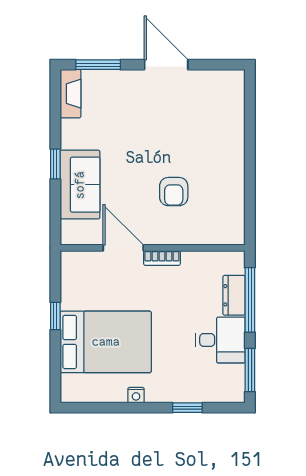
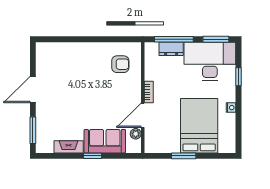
fireplace: (70, 94) -> (69, 147), moved
armchair: (174, 192) -> (120, 64), moved
plant: (92, 236) -> (136, 134), added
window: (55, 316) -> (184, 156), width x1.50
desk: (220, 340) -> (210, 61), width x1.87, depth x1.30

